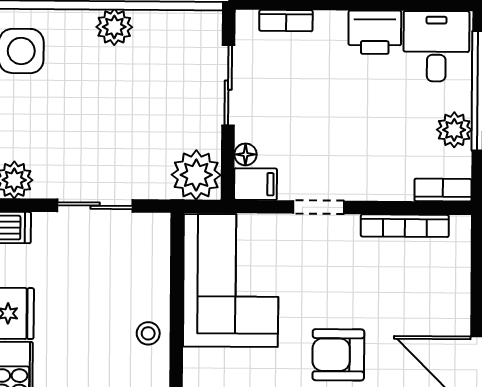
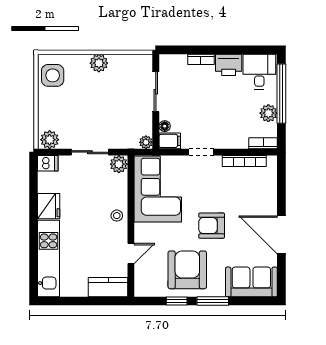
bookcase: (286, 21) -> (201, 59), moved
plant: (196, 175) -> (146, 142), width x0.53, depth x0.53
plant: (153, 230) -> (119, 164), added

